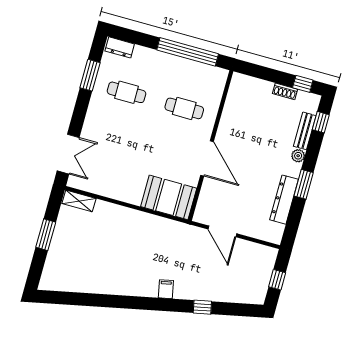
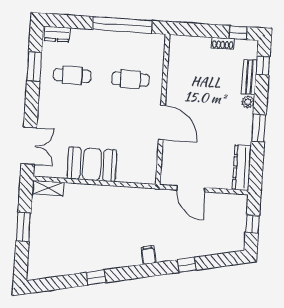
booth: (169, 197) -> (92, 164), moved
dresser: (284, 200) -> (242, 168), moved
window: (108, 301) -> (96, 277), added

